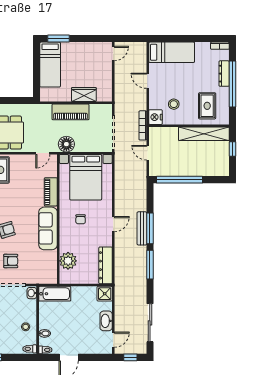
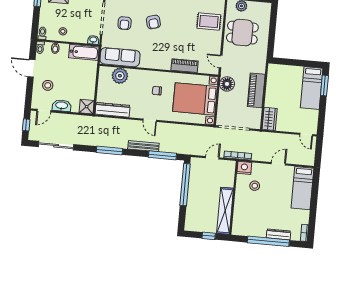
bed: (50, 65) -> (312, 88), moved, turned -90
wardrobe: (84, 95) -> (270, 119), moved
rug: (207, 106) -> (250, 216), removed
sofa: (48, 228) -> (120, 57), moved
window: (150, 228) -> (162, 155), moved
bathtub: (55, 294) -> (84, 52), moved, turned -90
stool: (86, 338) -> (48, 85), added
door: (113, 340) -> (44, 111), hinge flipped

